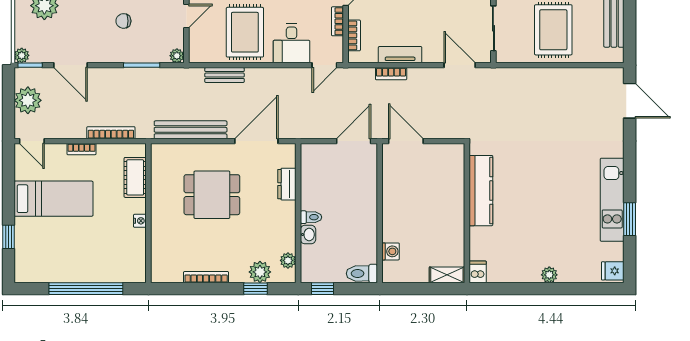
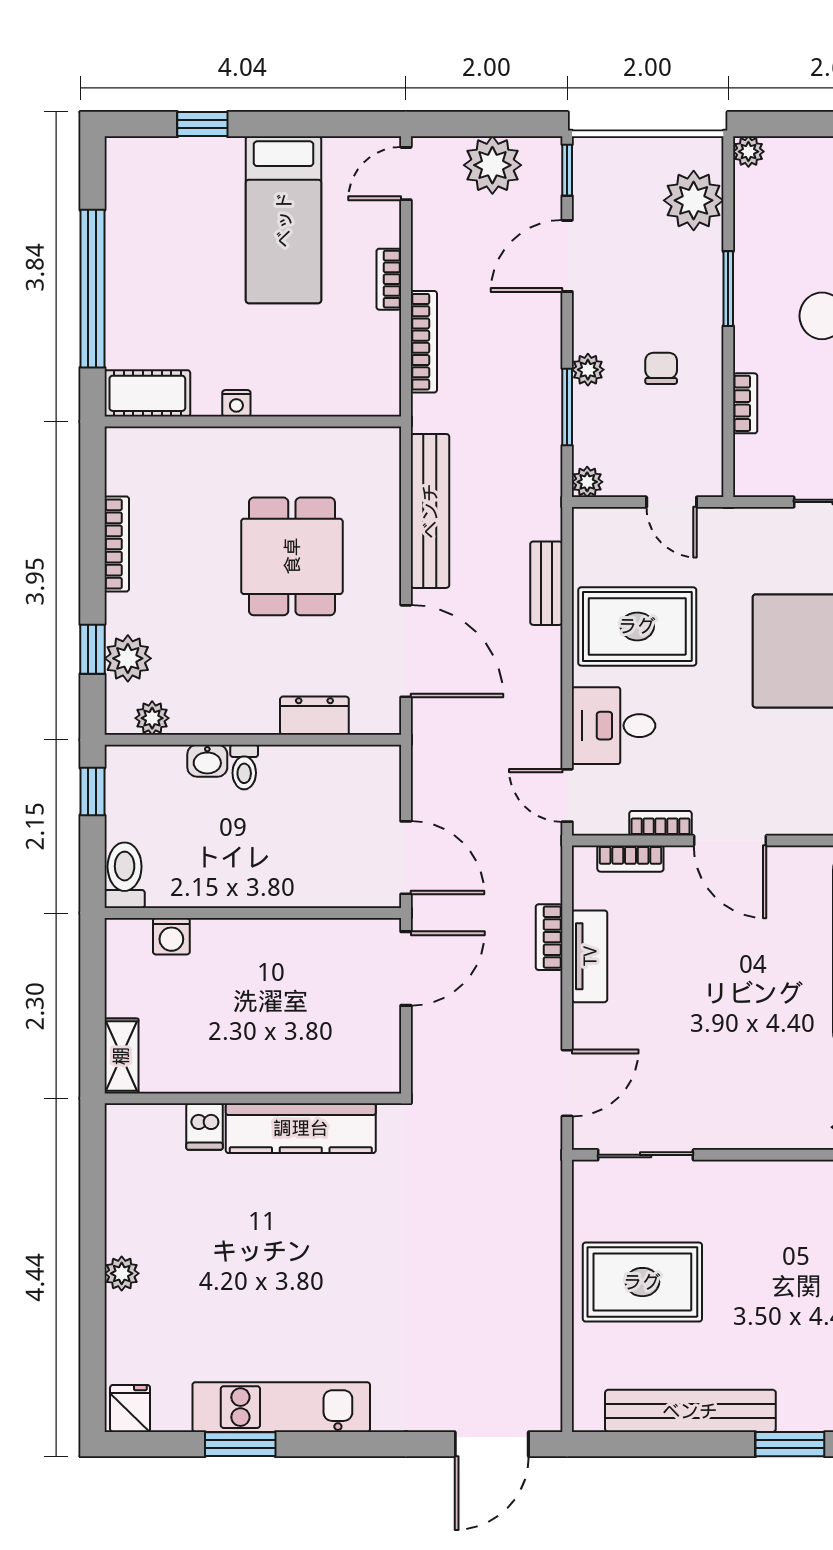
plant: (22, 55) -> (588, 370), moved
cot: (135, 177) -> (147, 393), moved
dishwasher: (478, 272) -> (205, 1127), moved, turned 90

